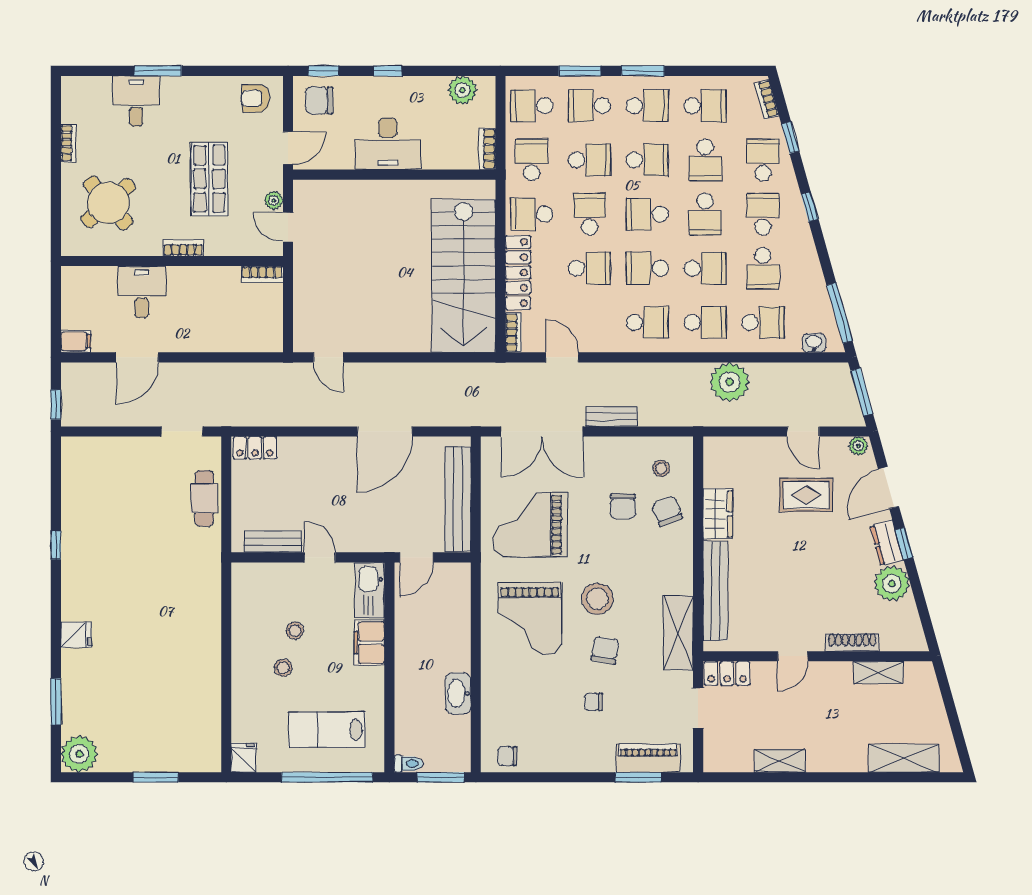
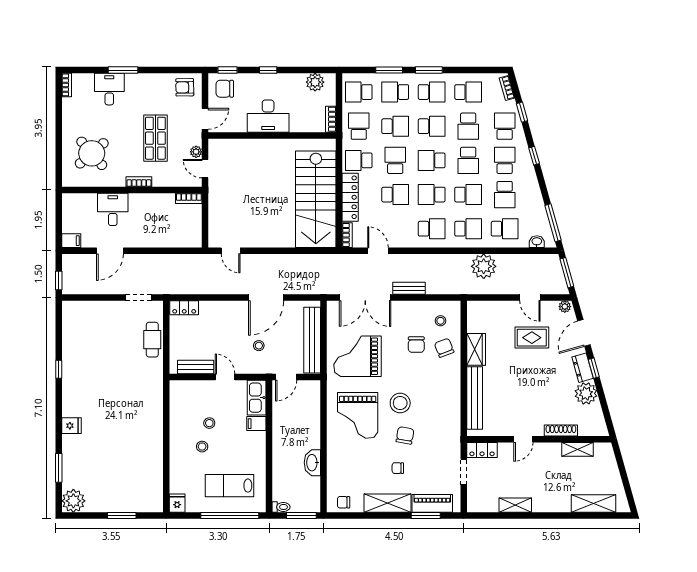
bookcase: (68, 143) -> (67, 85), moved
stool: (373, 508) -> (259, 346), added
shelving: (678, 633) -> (387, 503), moved, turned 90
filing cabinet: (369, 643) -> (256, 424), width x0.50

